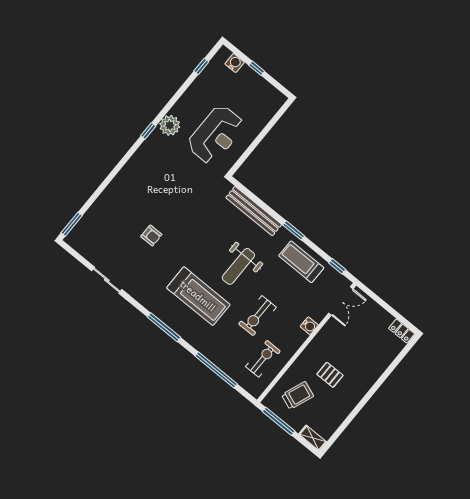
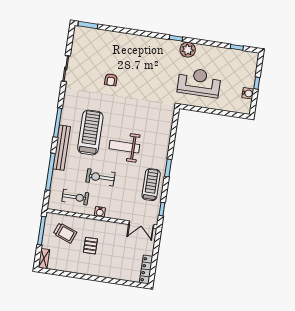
water cooler: (235, 63) -> (248, 93), moved
reception desk: (216, 135) -> (199, 82), turned 180
bench: (254, 211) -> (62, 148), moved
treadmill: (198, 296) -> (90, 132), turned 180
water cooler: (309, 326) -> (100, 212), moved
locker: (402, 331) -> (146, 270), width x1.53

